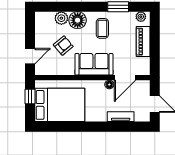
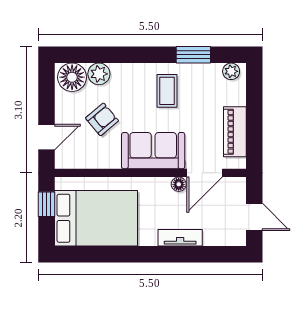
floor lamp: (78, 20) -> (72, 77), moved
piano: (143, 42) -> (235, 132), moved
tv unit: (121, 117) -> (180, 238), moved

